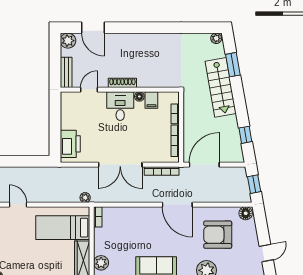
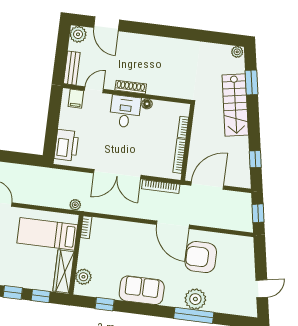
filing cabinet: (151, 100) -> (76, 99), moved
floor lamp: (246, 213) -> (245, 243), removed
armchair: (218, 235) -> (201, 257), moved

